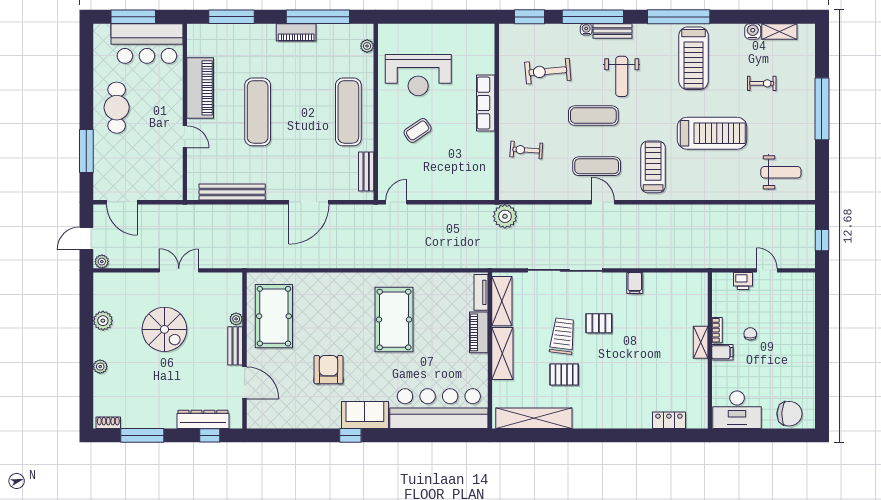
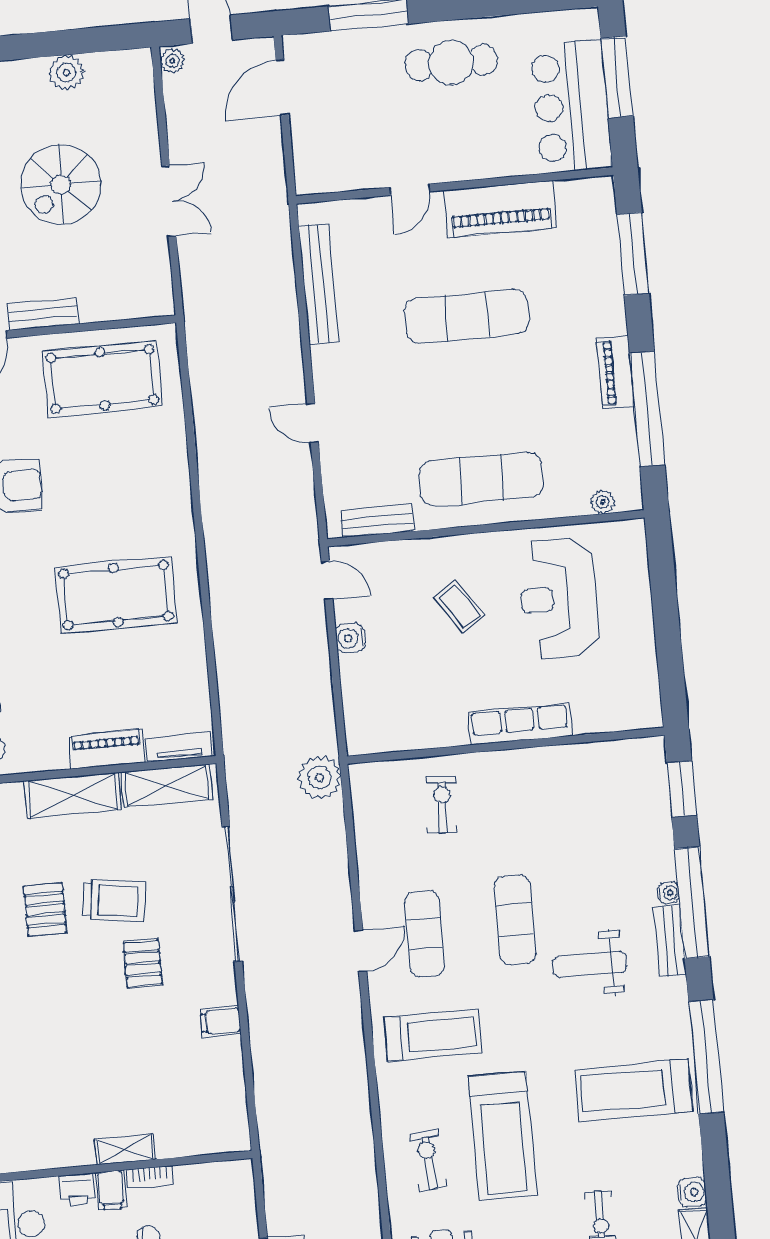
exercise bike: (548, 71) -> (428, 1161), moved, width x0.73, depth x0.72
water cooler: (429, 192) -> (350, 638), added
door: (309, 202) -> (313, 423), width x0.53
printer: (743, 281) -> (77, 1190), moved, turned -90
plant: (236, 319) -> (91, 311), removed

